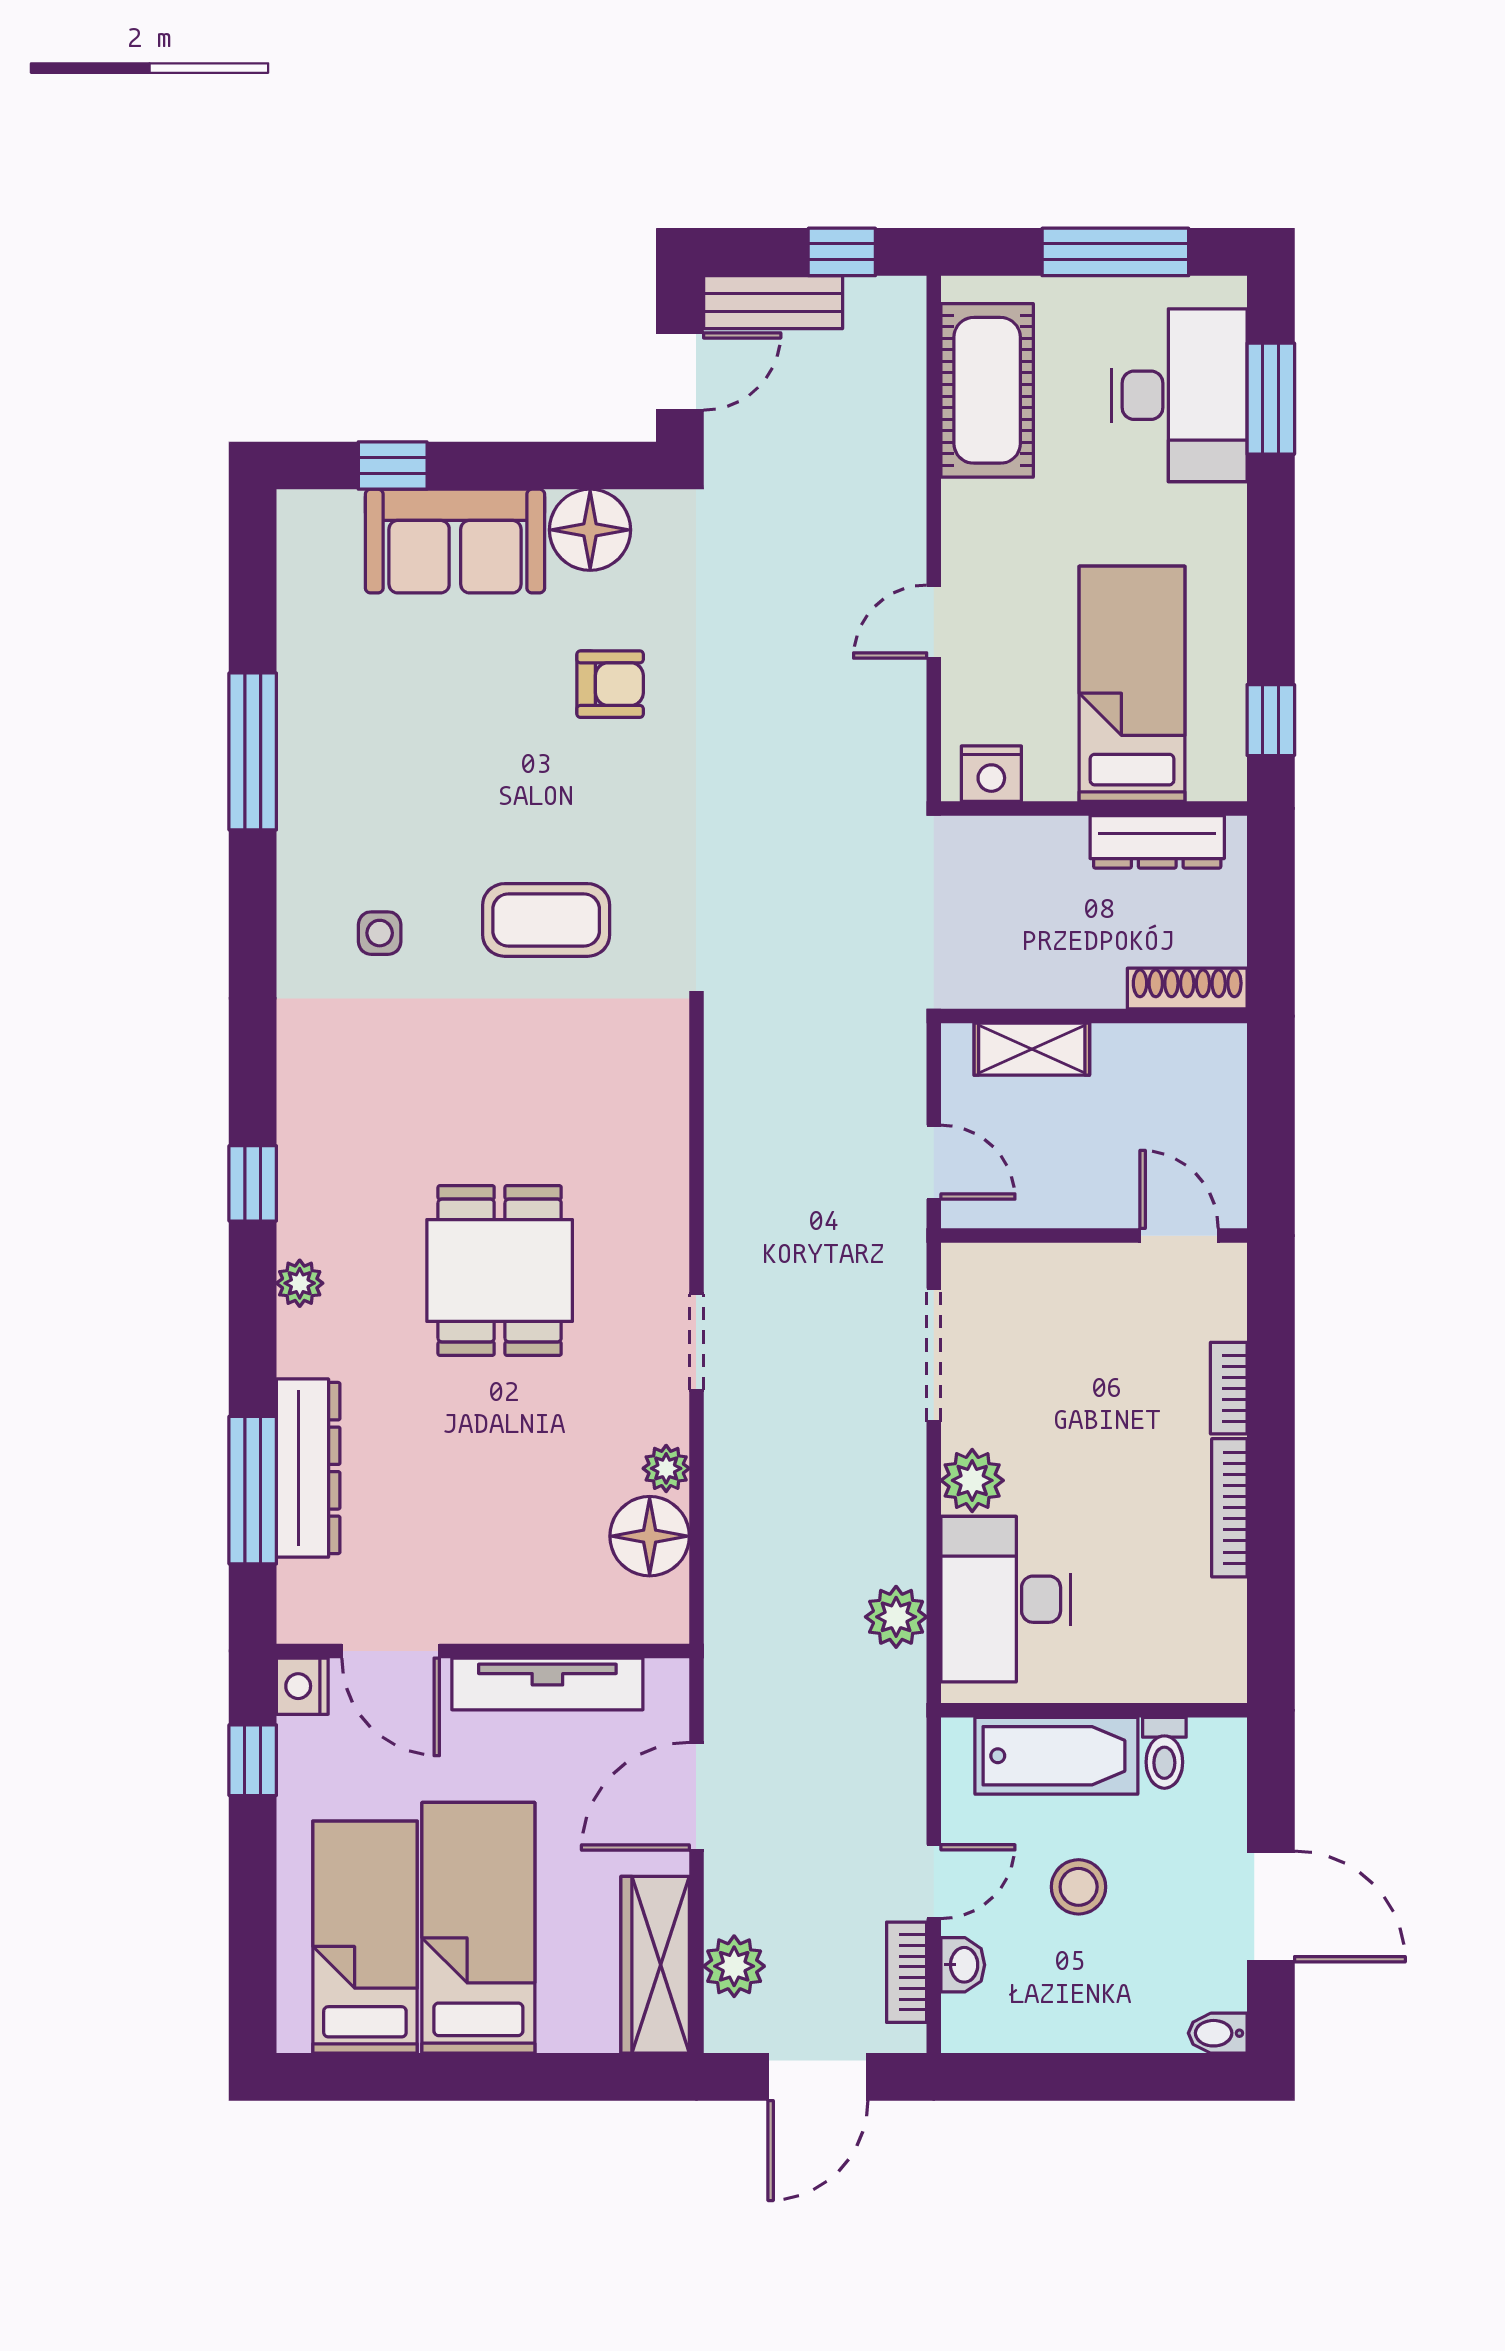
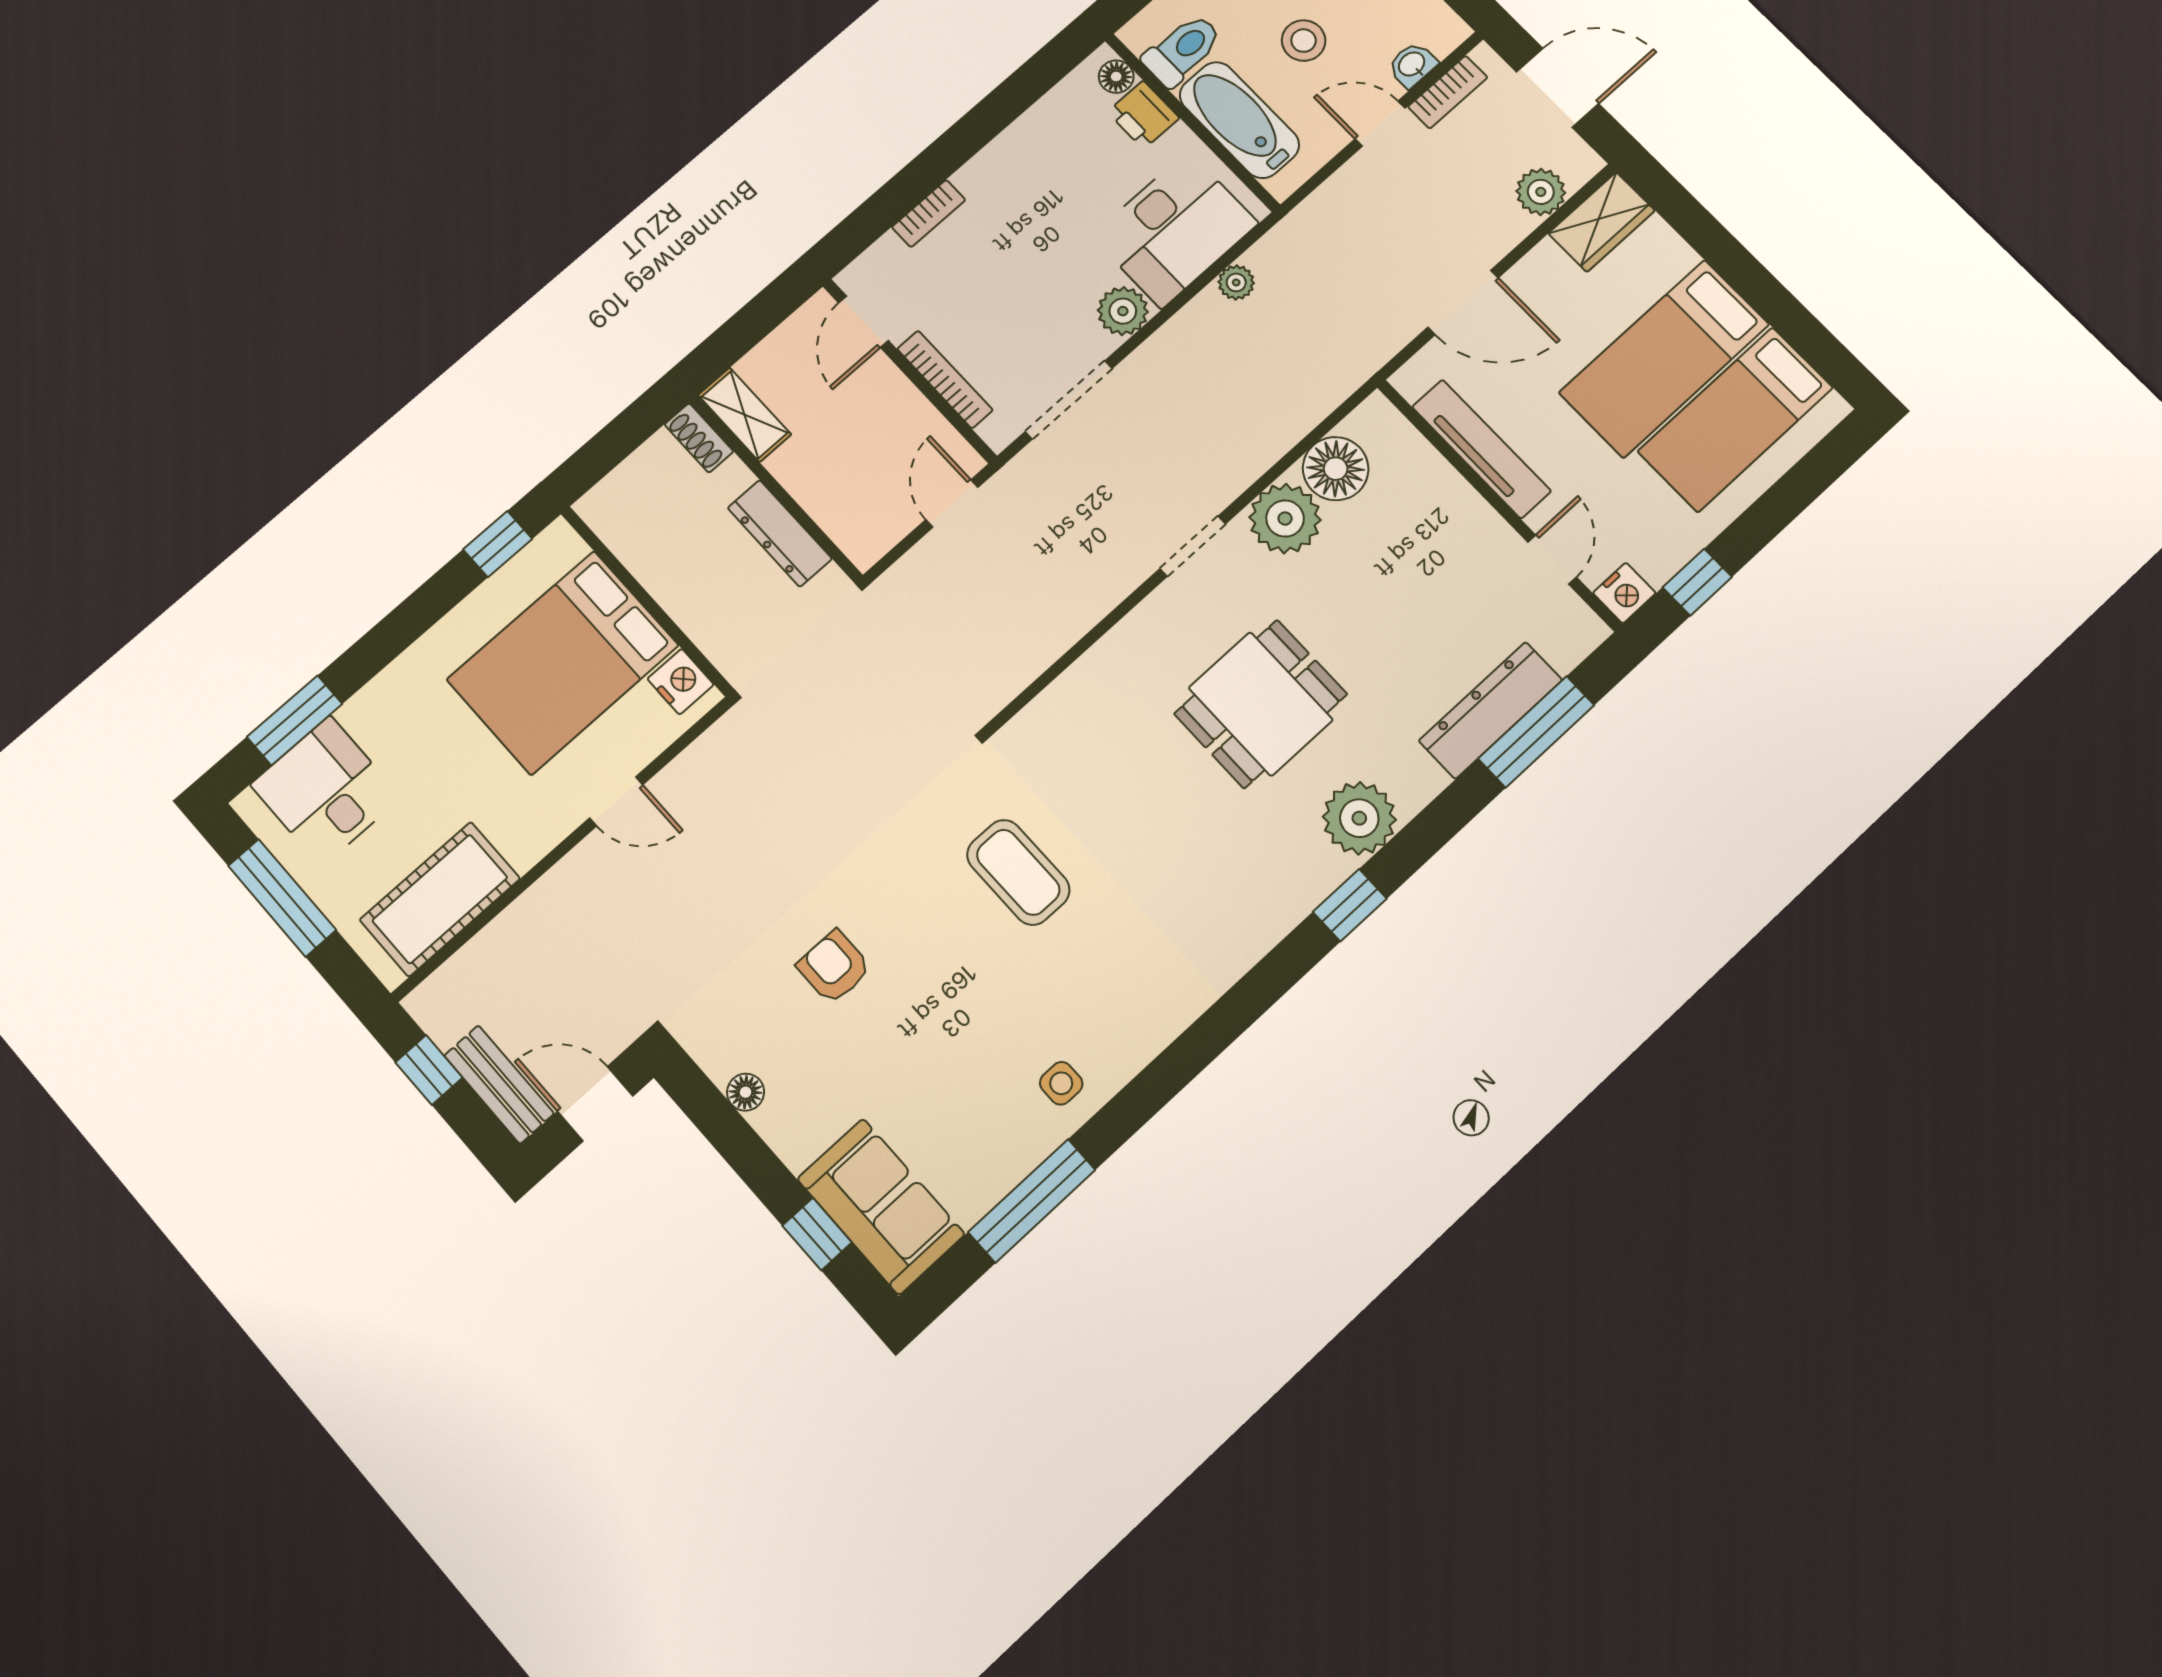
desk: (1179, 395) -> (326, 791), width x0.73
floor lamp: (590, 530) -> (746, 1092), width x0.53, depth x0.53
sofa: (455, 541) -> (881, 1207), moved
bed: (1132, 684) -> (563, 662), width x1.50
window: (253, 751) -> (1032, 1201), moved
dresser: (1157, 842) -> (780, 533), moved, turned 180
side table: (380, 933) -> (1061, 1083), moved
shoe rack: (1187, 989) -> (699, 438), width x0.70
shelving: (1032, 1049) -> (745, 415), moved
plant: (300, 1283) -> (1359, 818), width x1.88, depth x1.88
plant: (666, 1468) -> (1285, 519), width x1.87, depth x1.87
bookcase: (1229, 1508) -> (945, 379), moved, turned -90
plant: (896, 1617) -> (1236, 282), width x0.73, depth x0.73
door: (391, 1651) -> (1552, 560), width x0.73
printer: (1143, 1672) -> (1143, 115), added
floor lamp: (1203, 1681) -> (1116, 77), added
toilet: (1164, 1753) -> (1182, 50), width x1.37, depth x1.39
wardrobe: (655, 1965) -> (1602, 222), width x0.67

